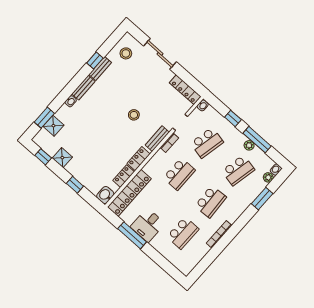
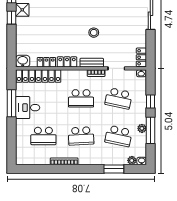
locker: (185, 90) -> (141, 57), width x0.66
window: (75, 185) -> (12, 18), moved

